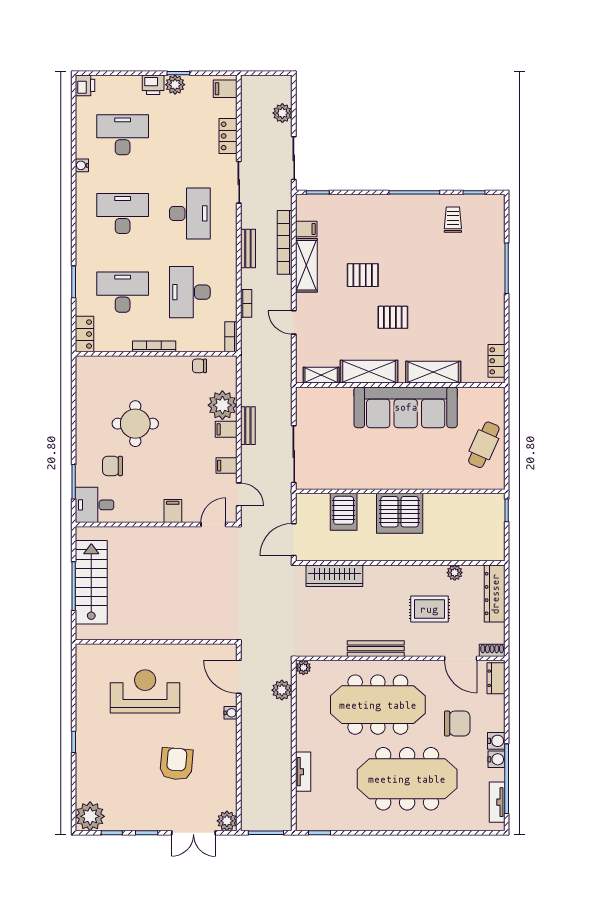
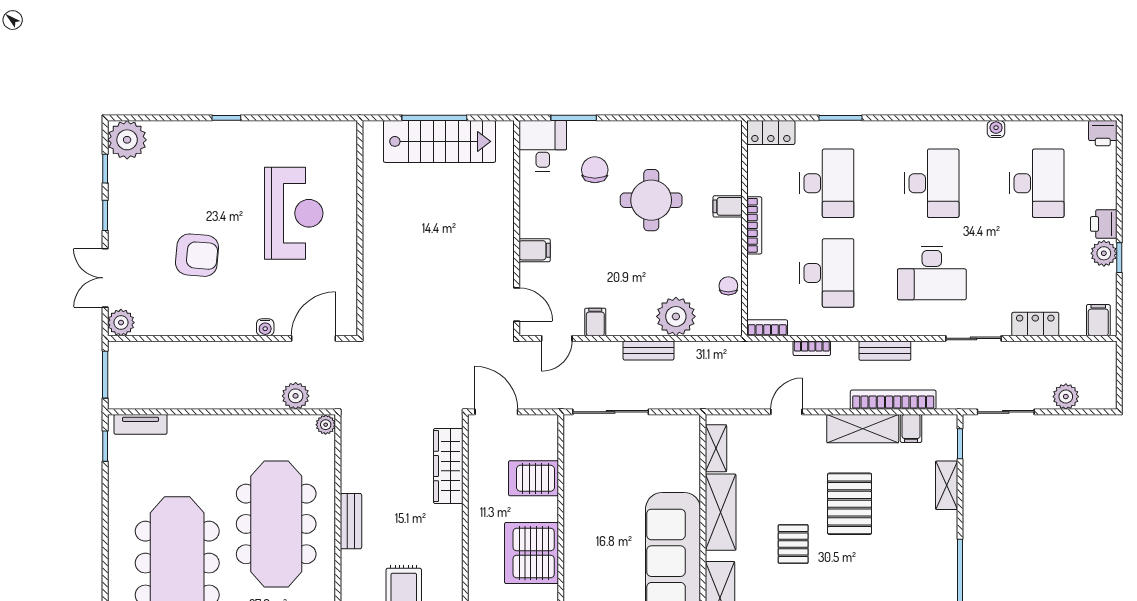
shelving: (349, 202) -> (947, 485), added
pallet: (363, 275) -> (850, 504), width x1.50, depth x1.42
desk: (190, 292) -> (827, 273), turned 90
filing cabinet: (226, 429) -> (728, 206), moved, turned -90
bench: (376, 649) -> (351, 521), width x0.73
tv unit: (303, 772) -> (141, 424), moved

